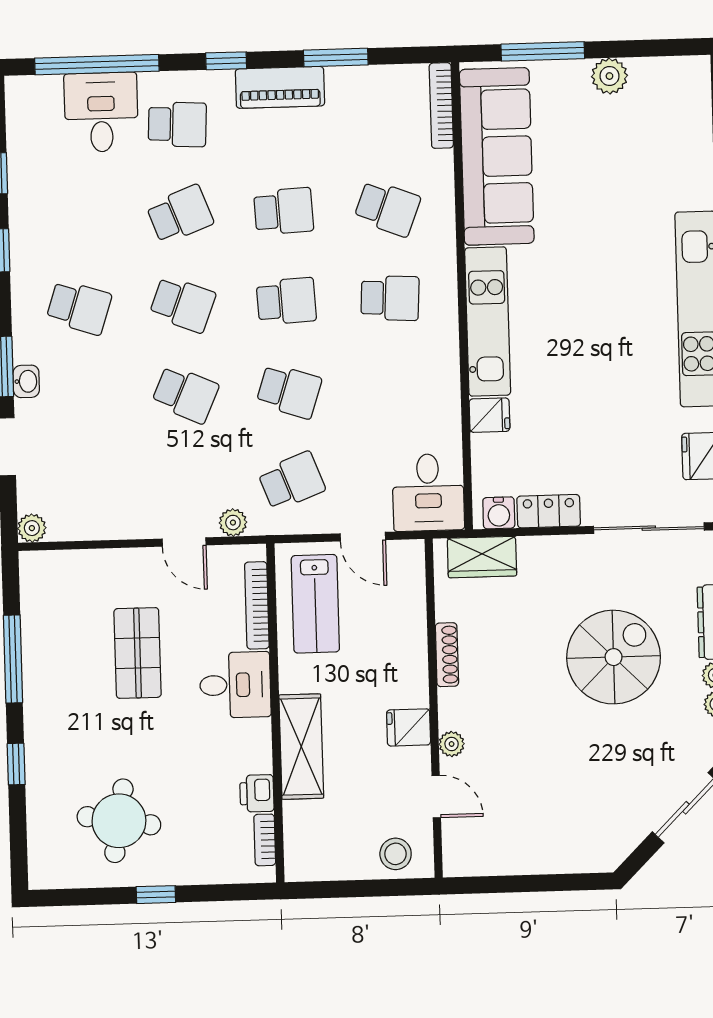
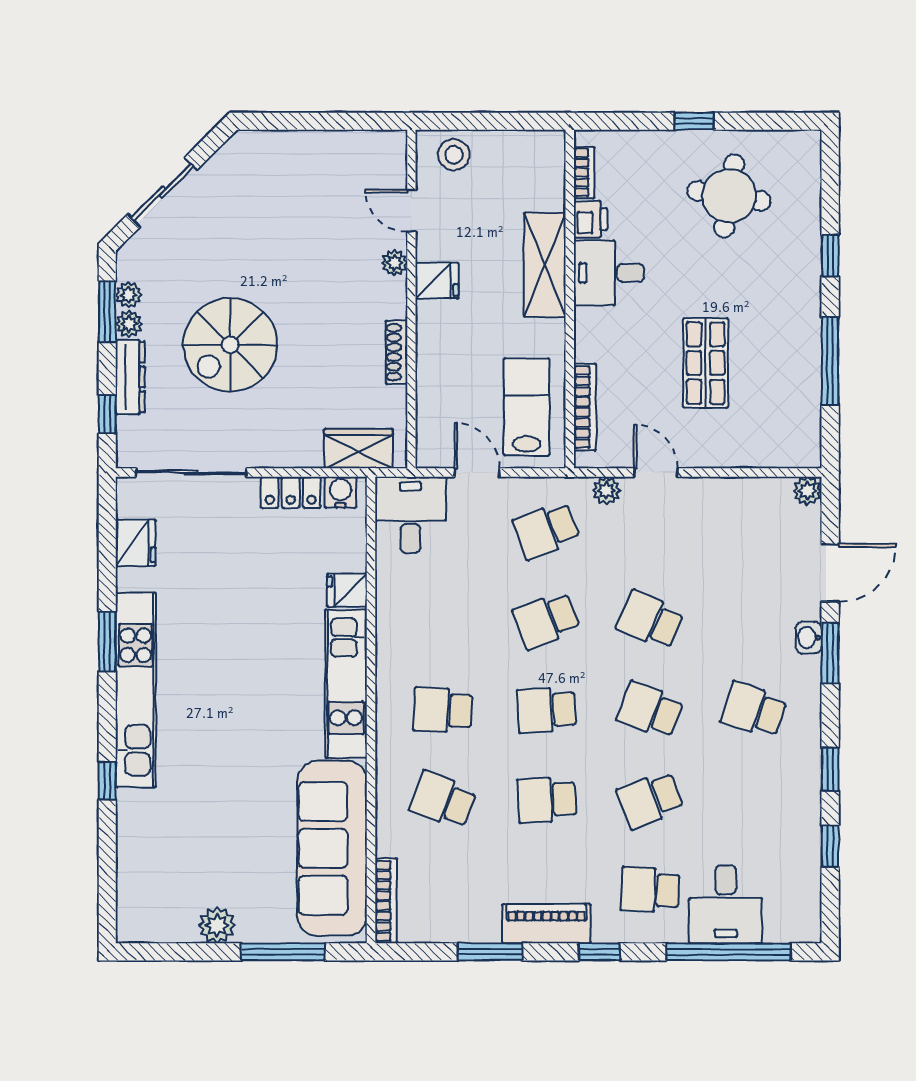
school desk: (289, 391) -> (547, 620), turned -39
desk: (235, 685) -> (609, 273), moved

